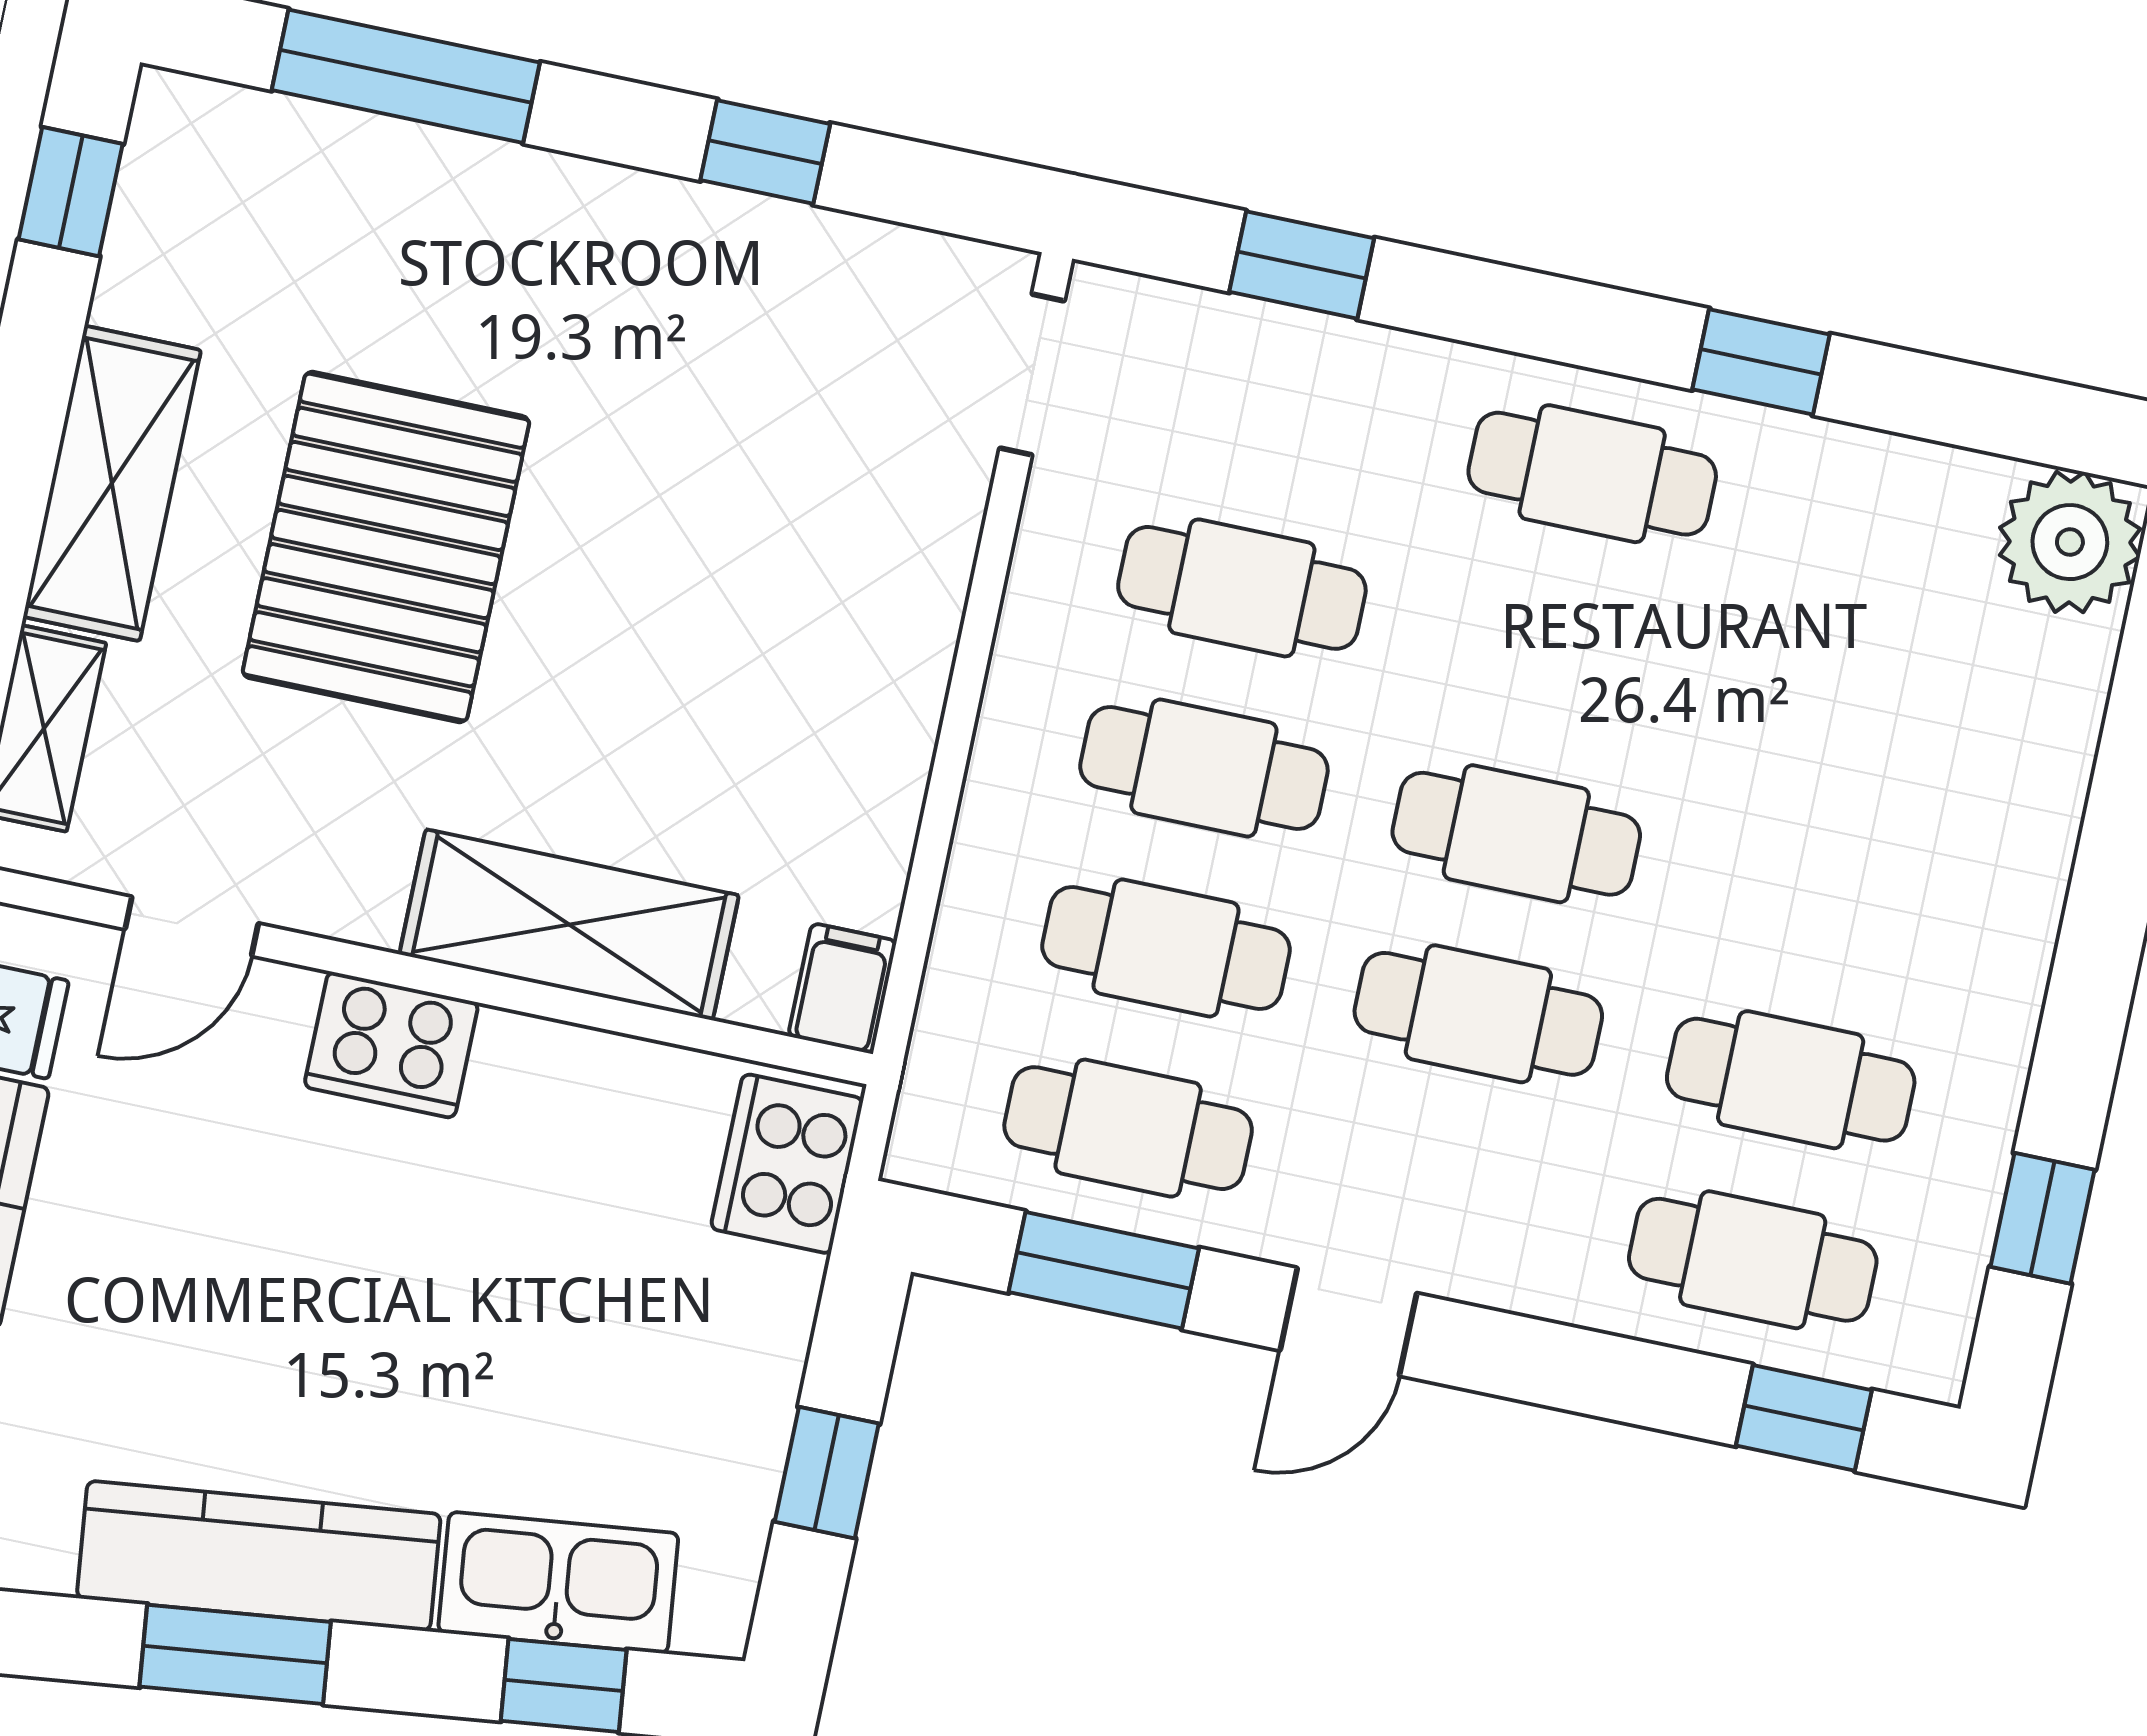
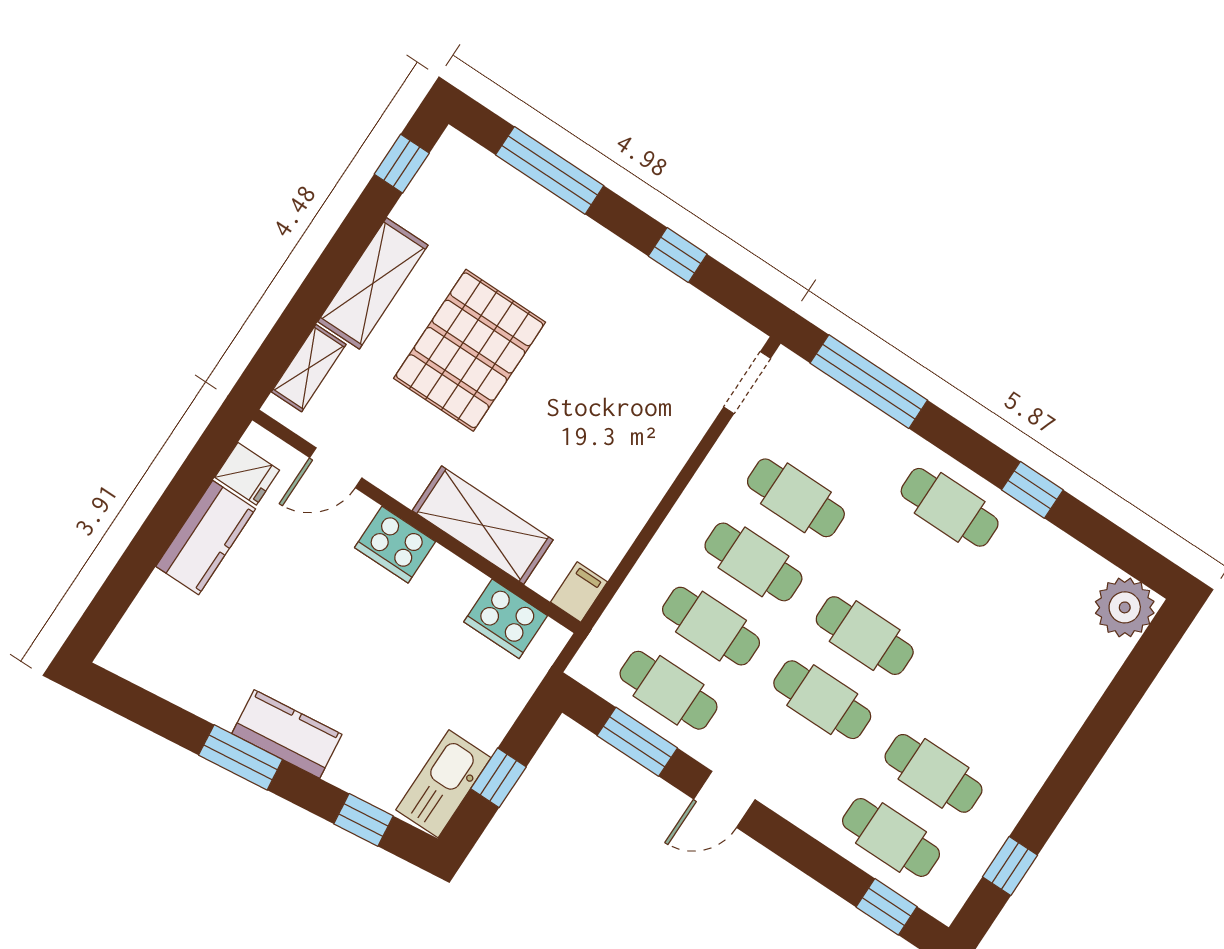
window: (1302, 265) -> (869, 382), width x2.17
cooker: (787, 1164) -> (506, 619), moved, turned -90
kitchen counter: (259, 1556) -> (287, 734), width x0.67
kitchen sink: (558, 1583) -> (443, 784), moved, turned -84

